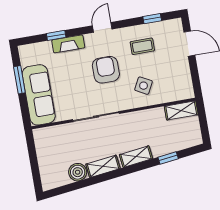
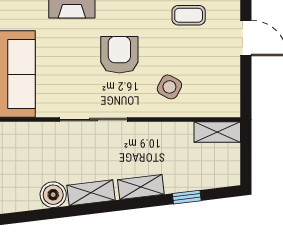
coffee table: (142, 46) -> (189, 15), moved

